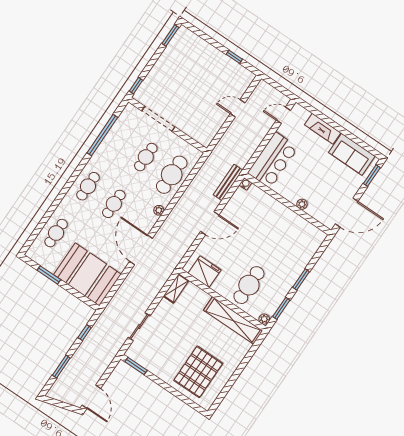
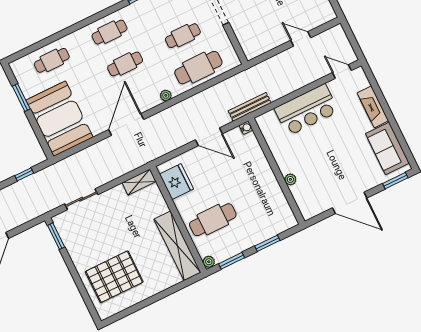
water cooler: (245, 184) -> (246, 128), moved
wall: (288, 204) -> (277, 171), moved
plant: (302, 204) -> (290, 179), moved

